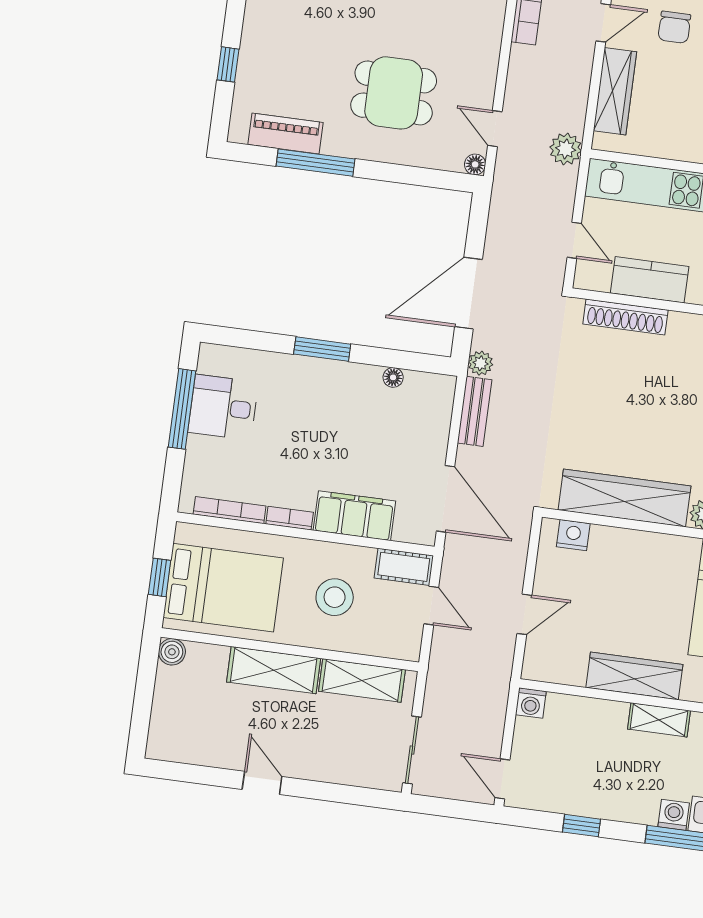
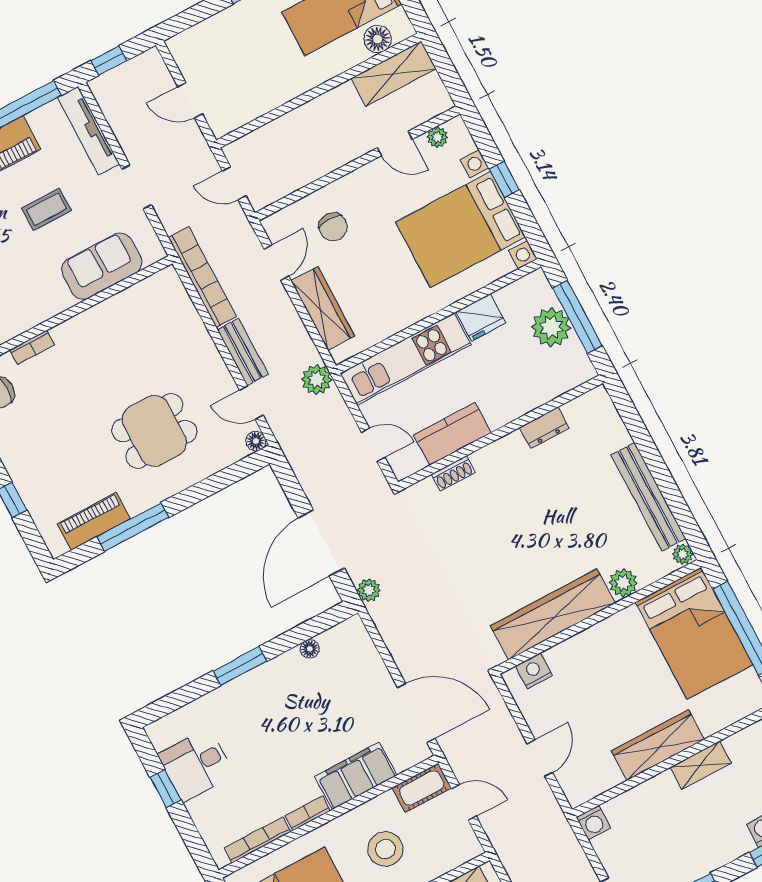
shoe rack: (625, 317) -> (453, 473), width x0.51, depth x0.81
window: (182, 409) -> (166, 789), width x0.46
bench: (475, 411) -> (243, 352), moved

